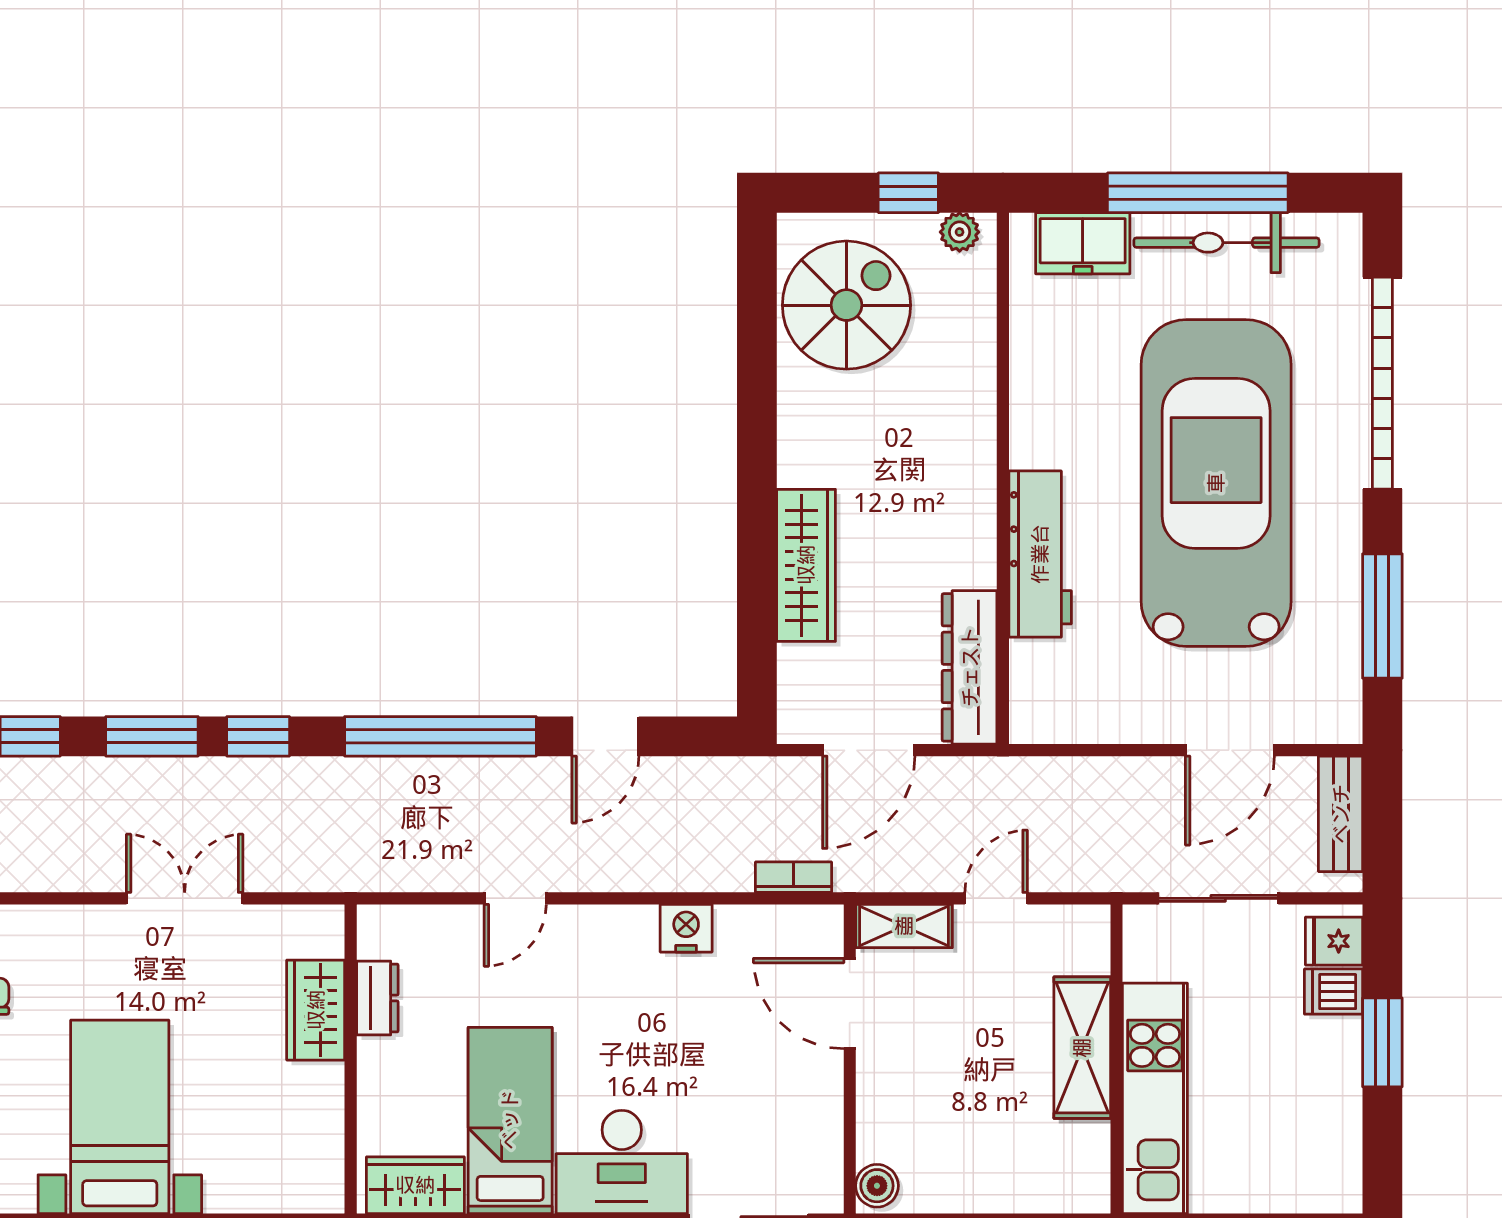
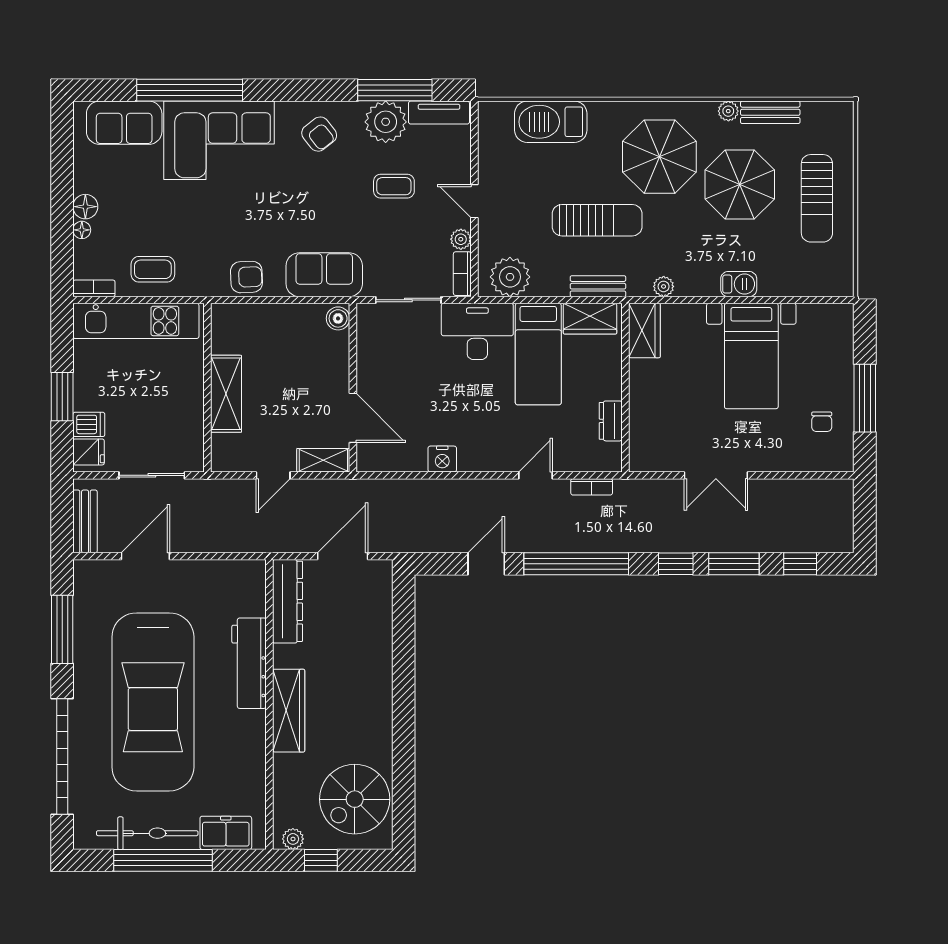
wardrobe: (806, 565) -> (289, 711), moved, turned 180
bookcase: (793, 877) -> (592, 487), moved
wardrobe: (316, 1010) -> (644, 331), moved
kitchen unit: (1155, 1098) -> (136, 321), moved, turned -90

